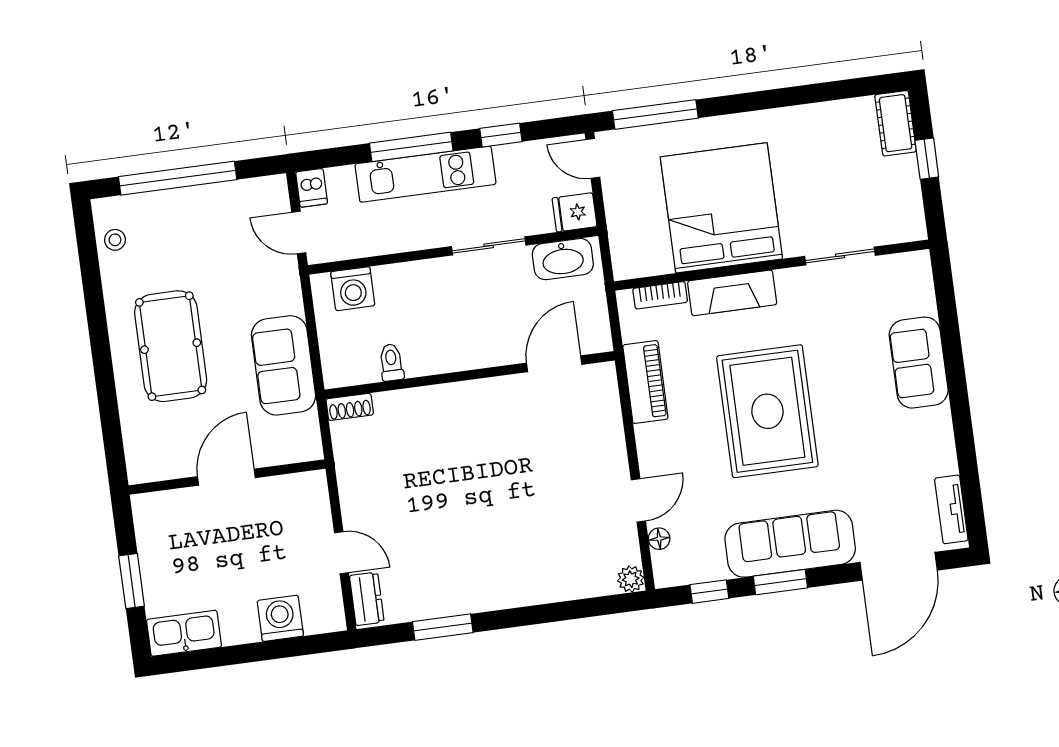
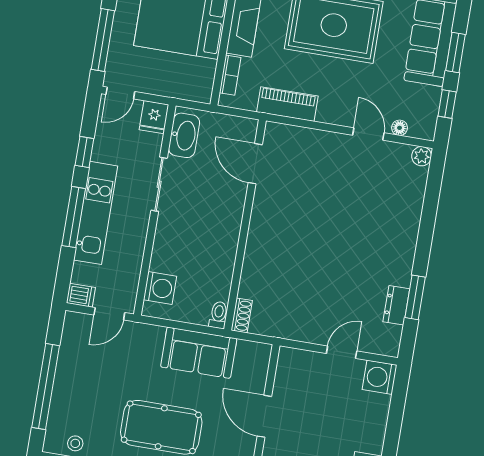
toilet: (391, 362) -> (218, 315), moved, turned 90
dresser: (367, 599) -> (396, 305), moved, turned -90
washing machine: (280, 618) -> (380, 377), moved

